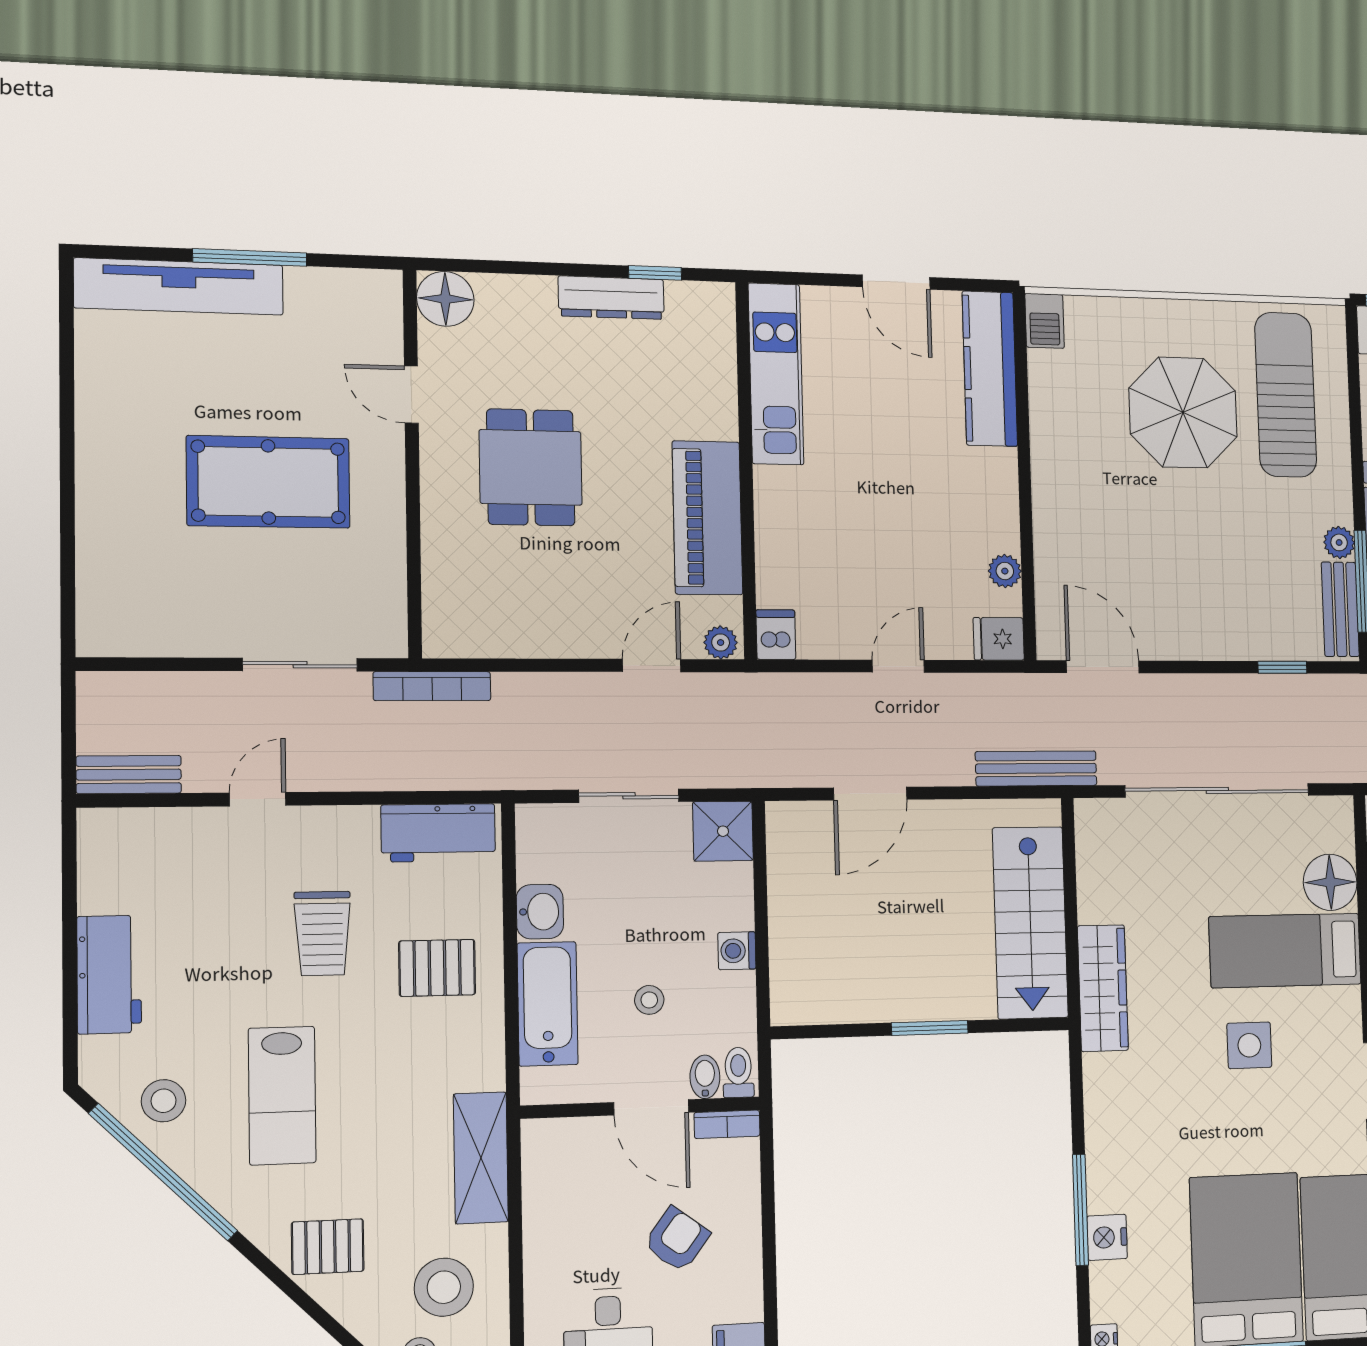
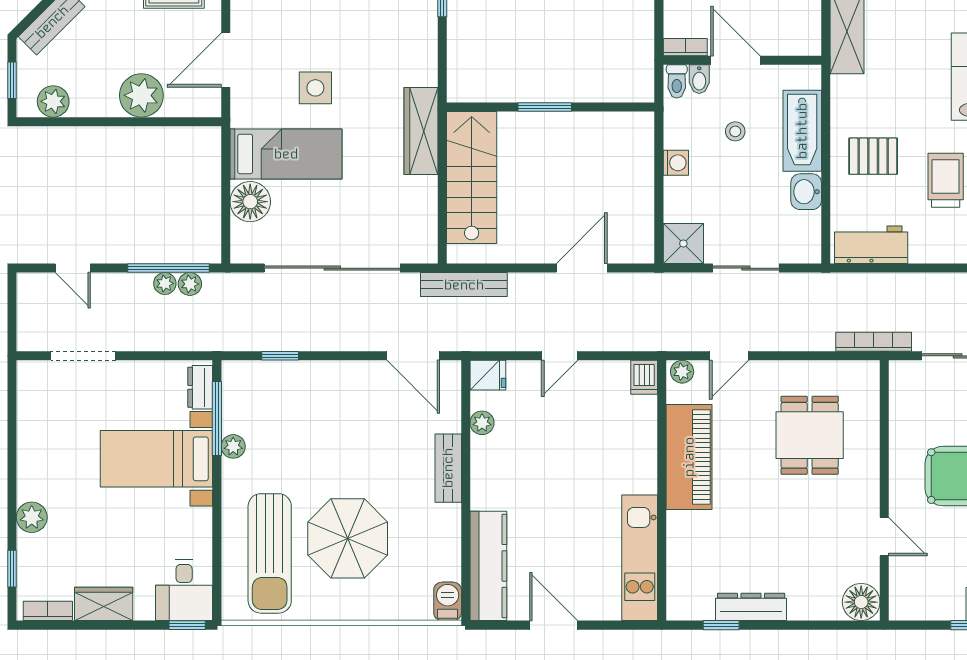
dining table: (531, 467) -> (810, 435), moved
bench: (1340, 609) -> (448, 468), moved

